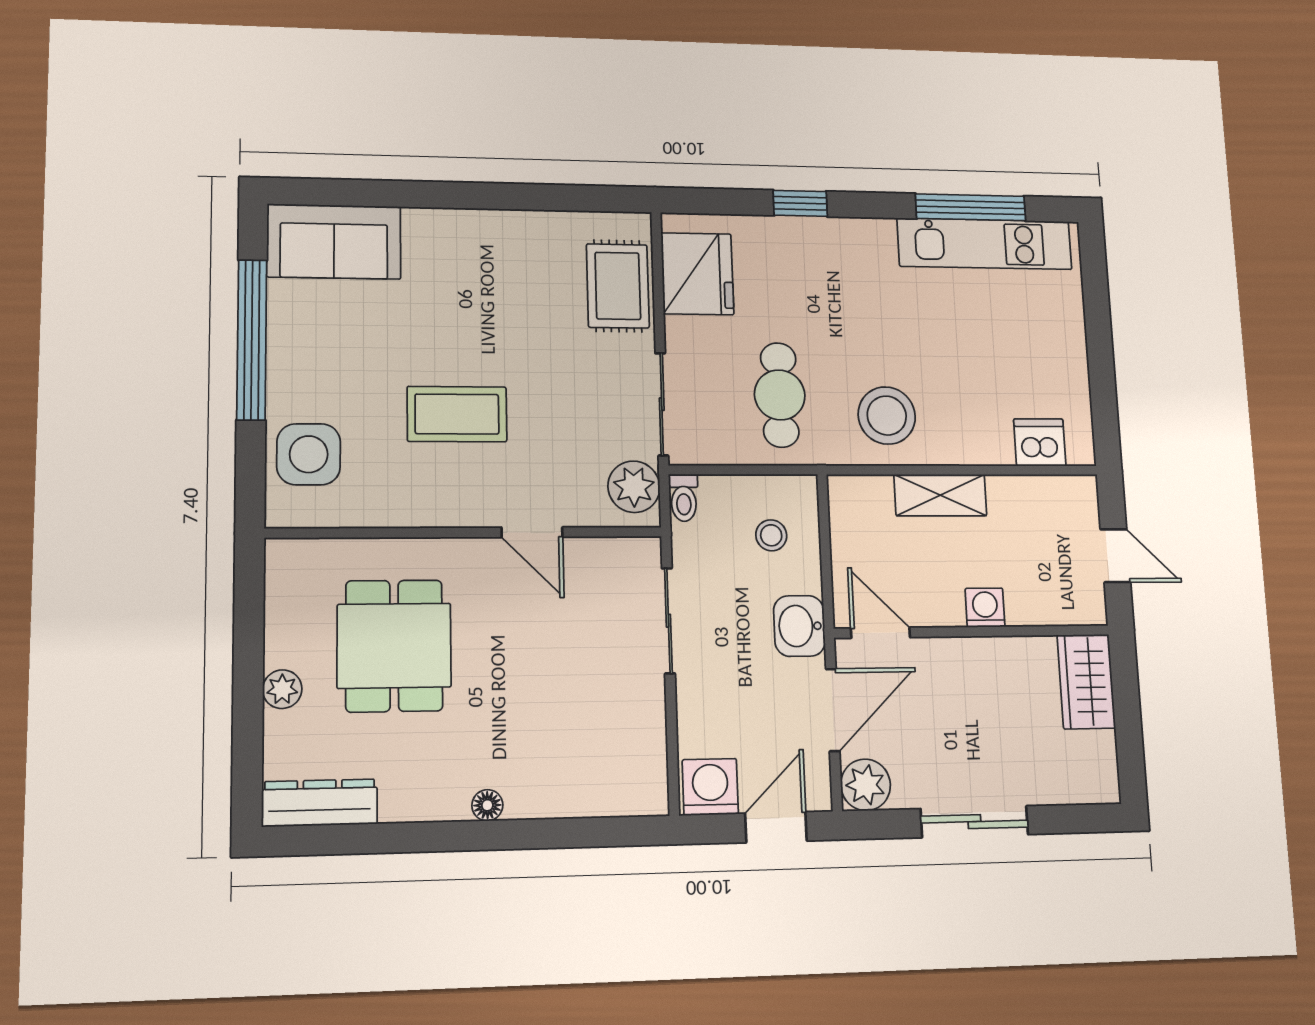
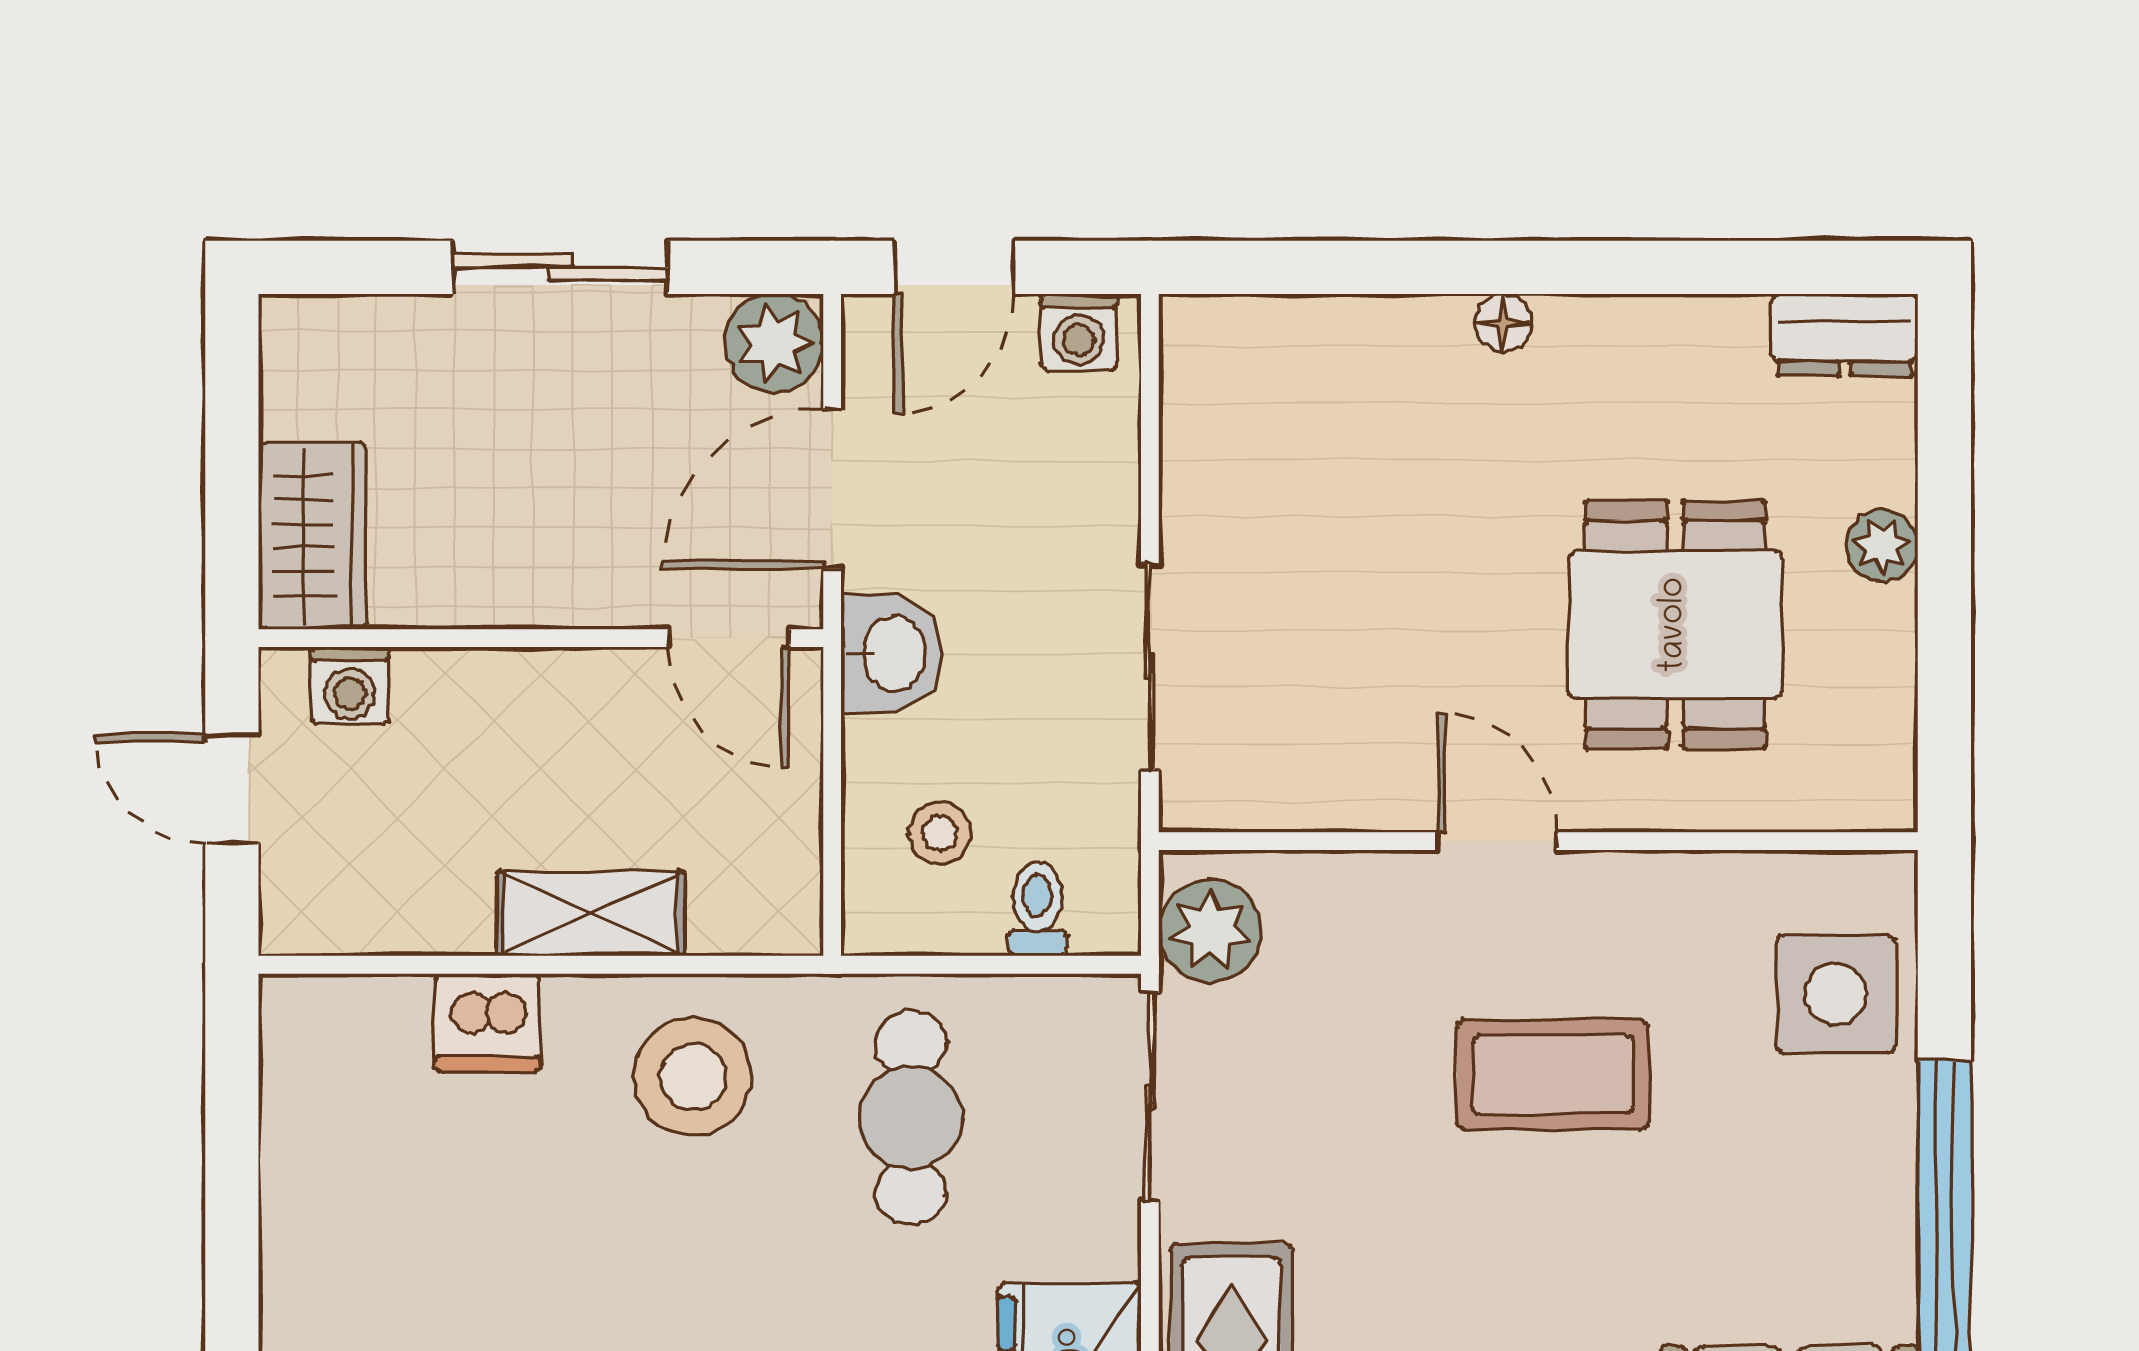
dishwasher: (1040, 442) -> (487, 1023), moved
toilet: (684, 498) -> (1038, 909), moved
door: (532, 532) -> (1497, 841), moved
washing machine: (985, 608) -> (350, 686), moved
washing machine: (710, 787) -> (1079, 332), width x0.73, depth x0.73
dresser: (320, 803) -> (1845, 335), width x0.70

